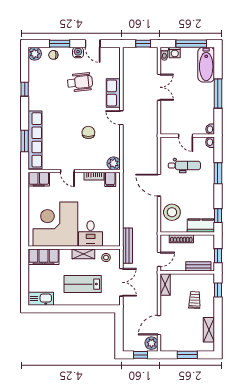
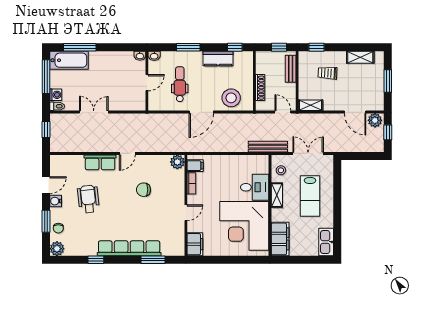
window: (218, 93) -> (80, 47), moved
row of seats: (35, 140) -> (129, 248), moved
kitchen counter: (201, 226) -> (218, 59), moved, turned -90

